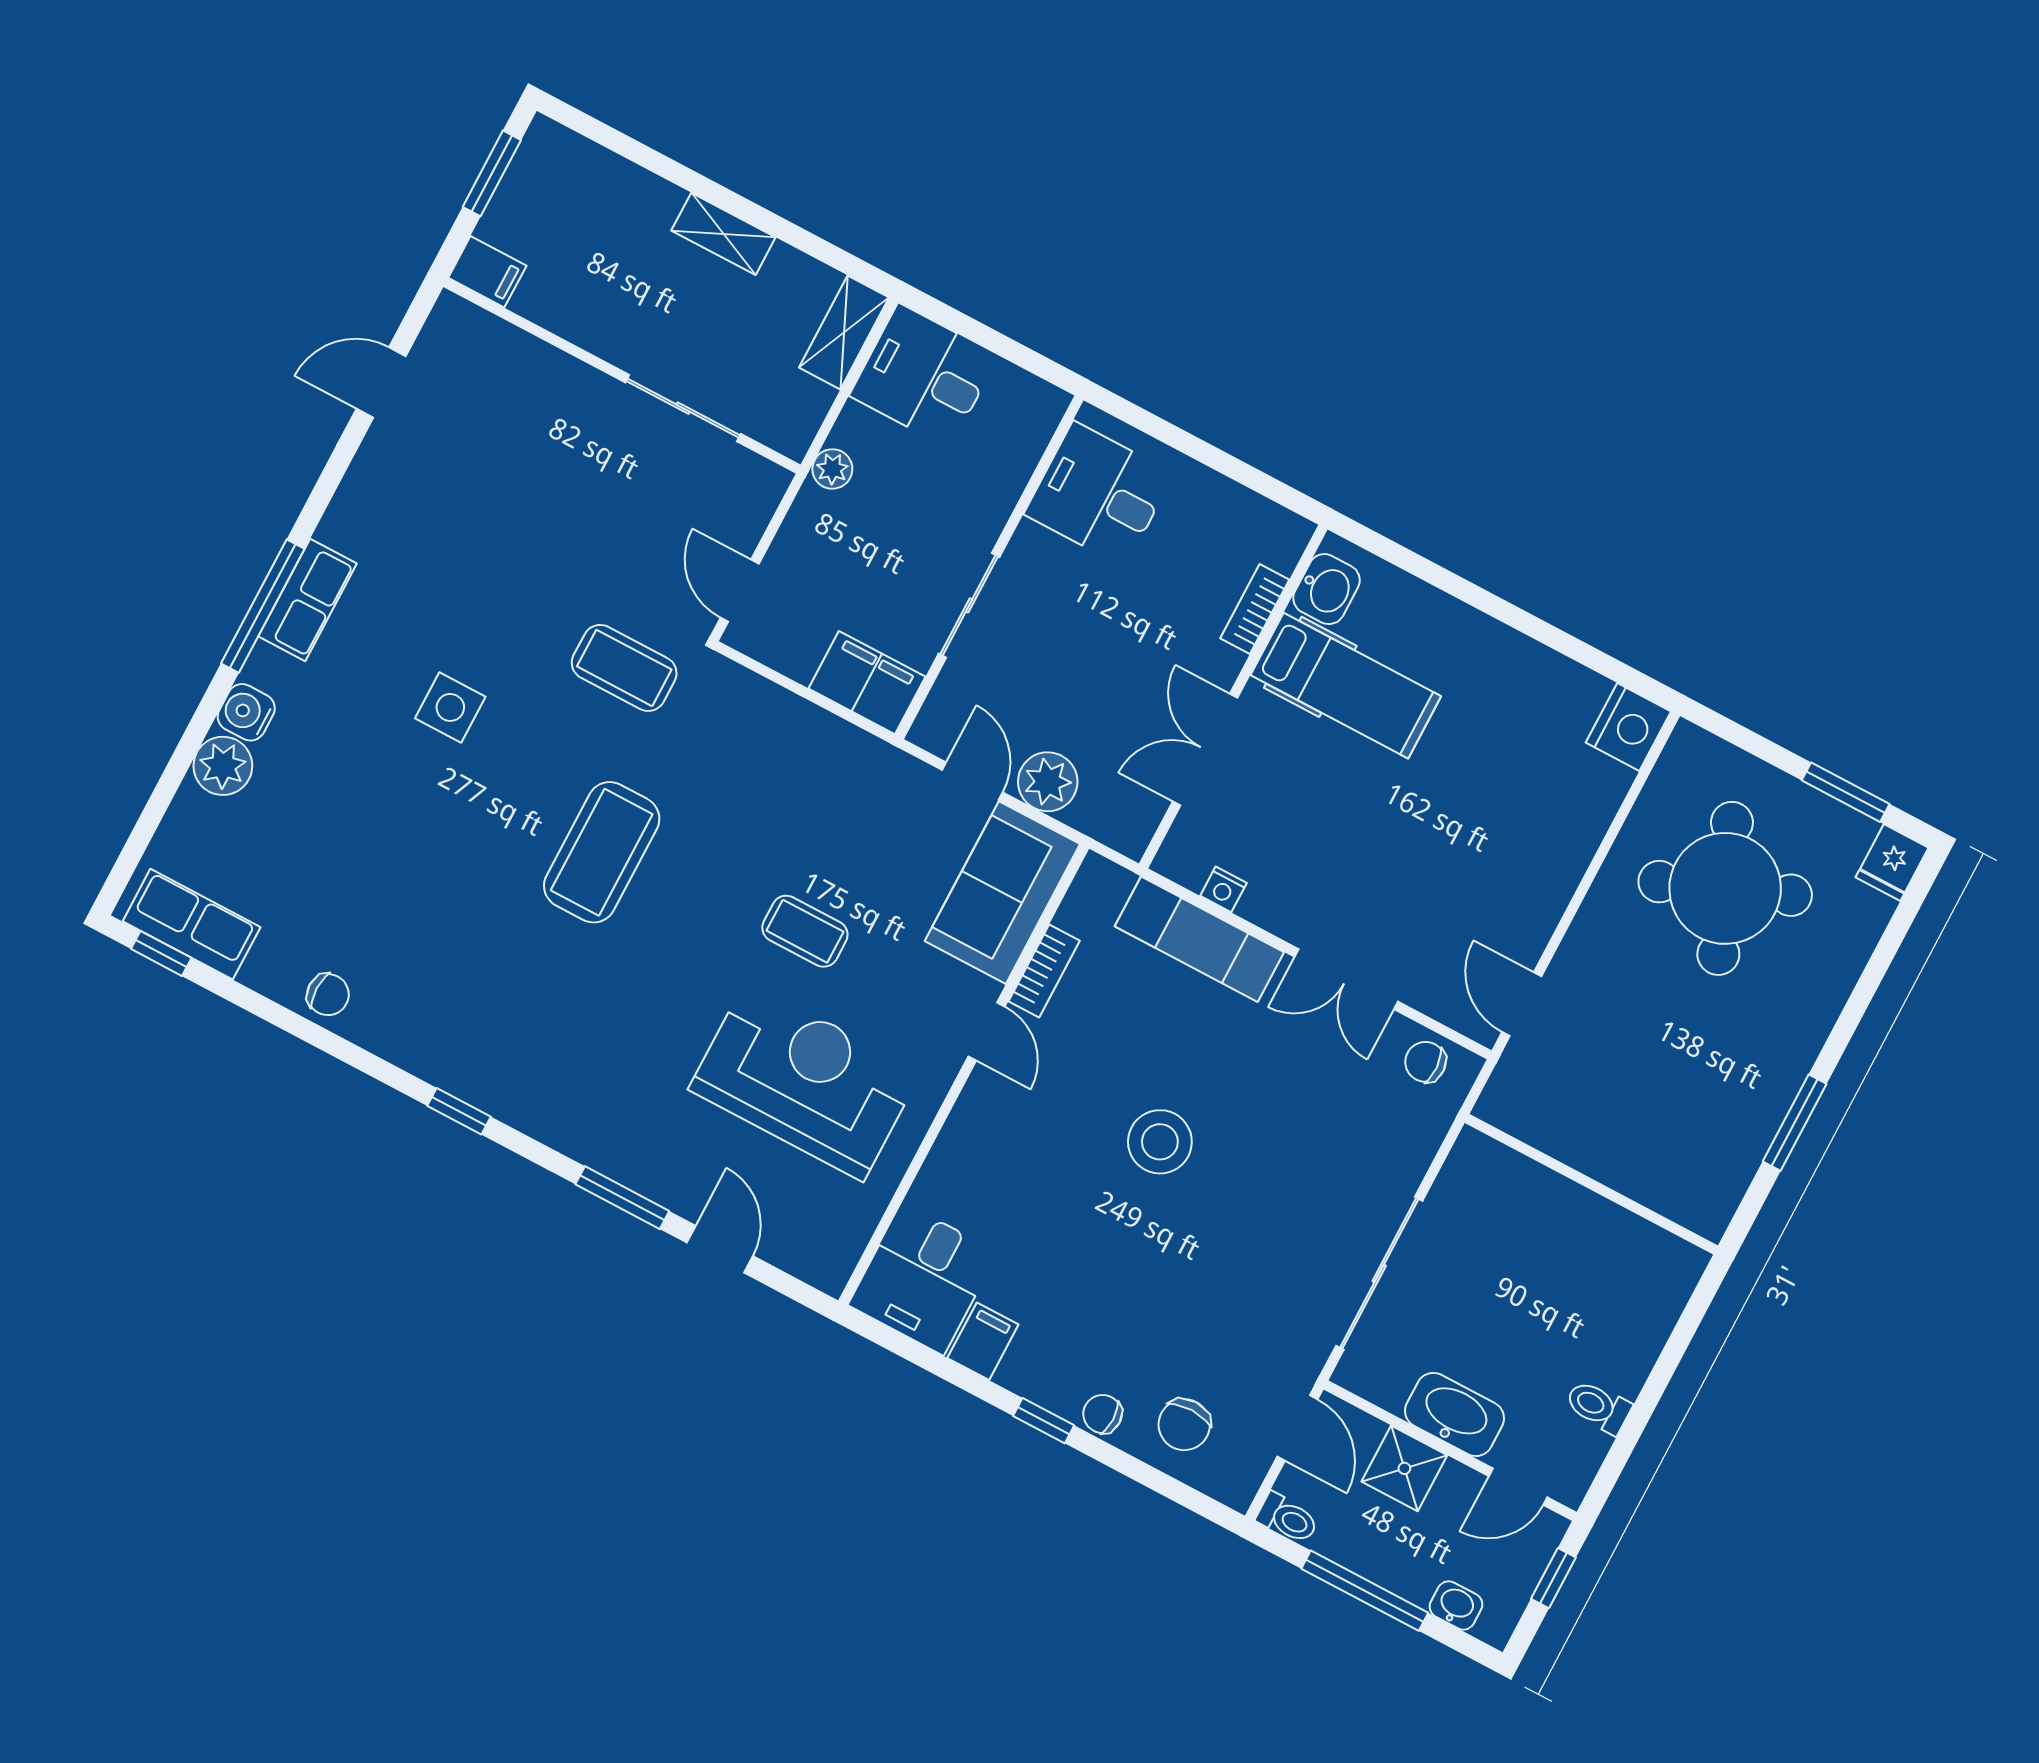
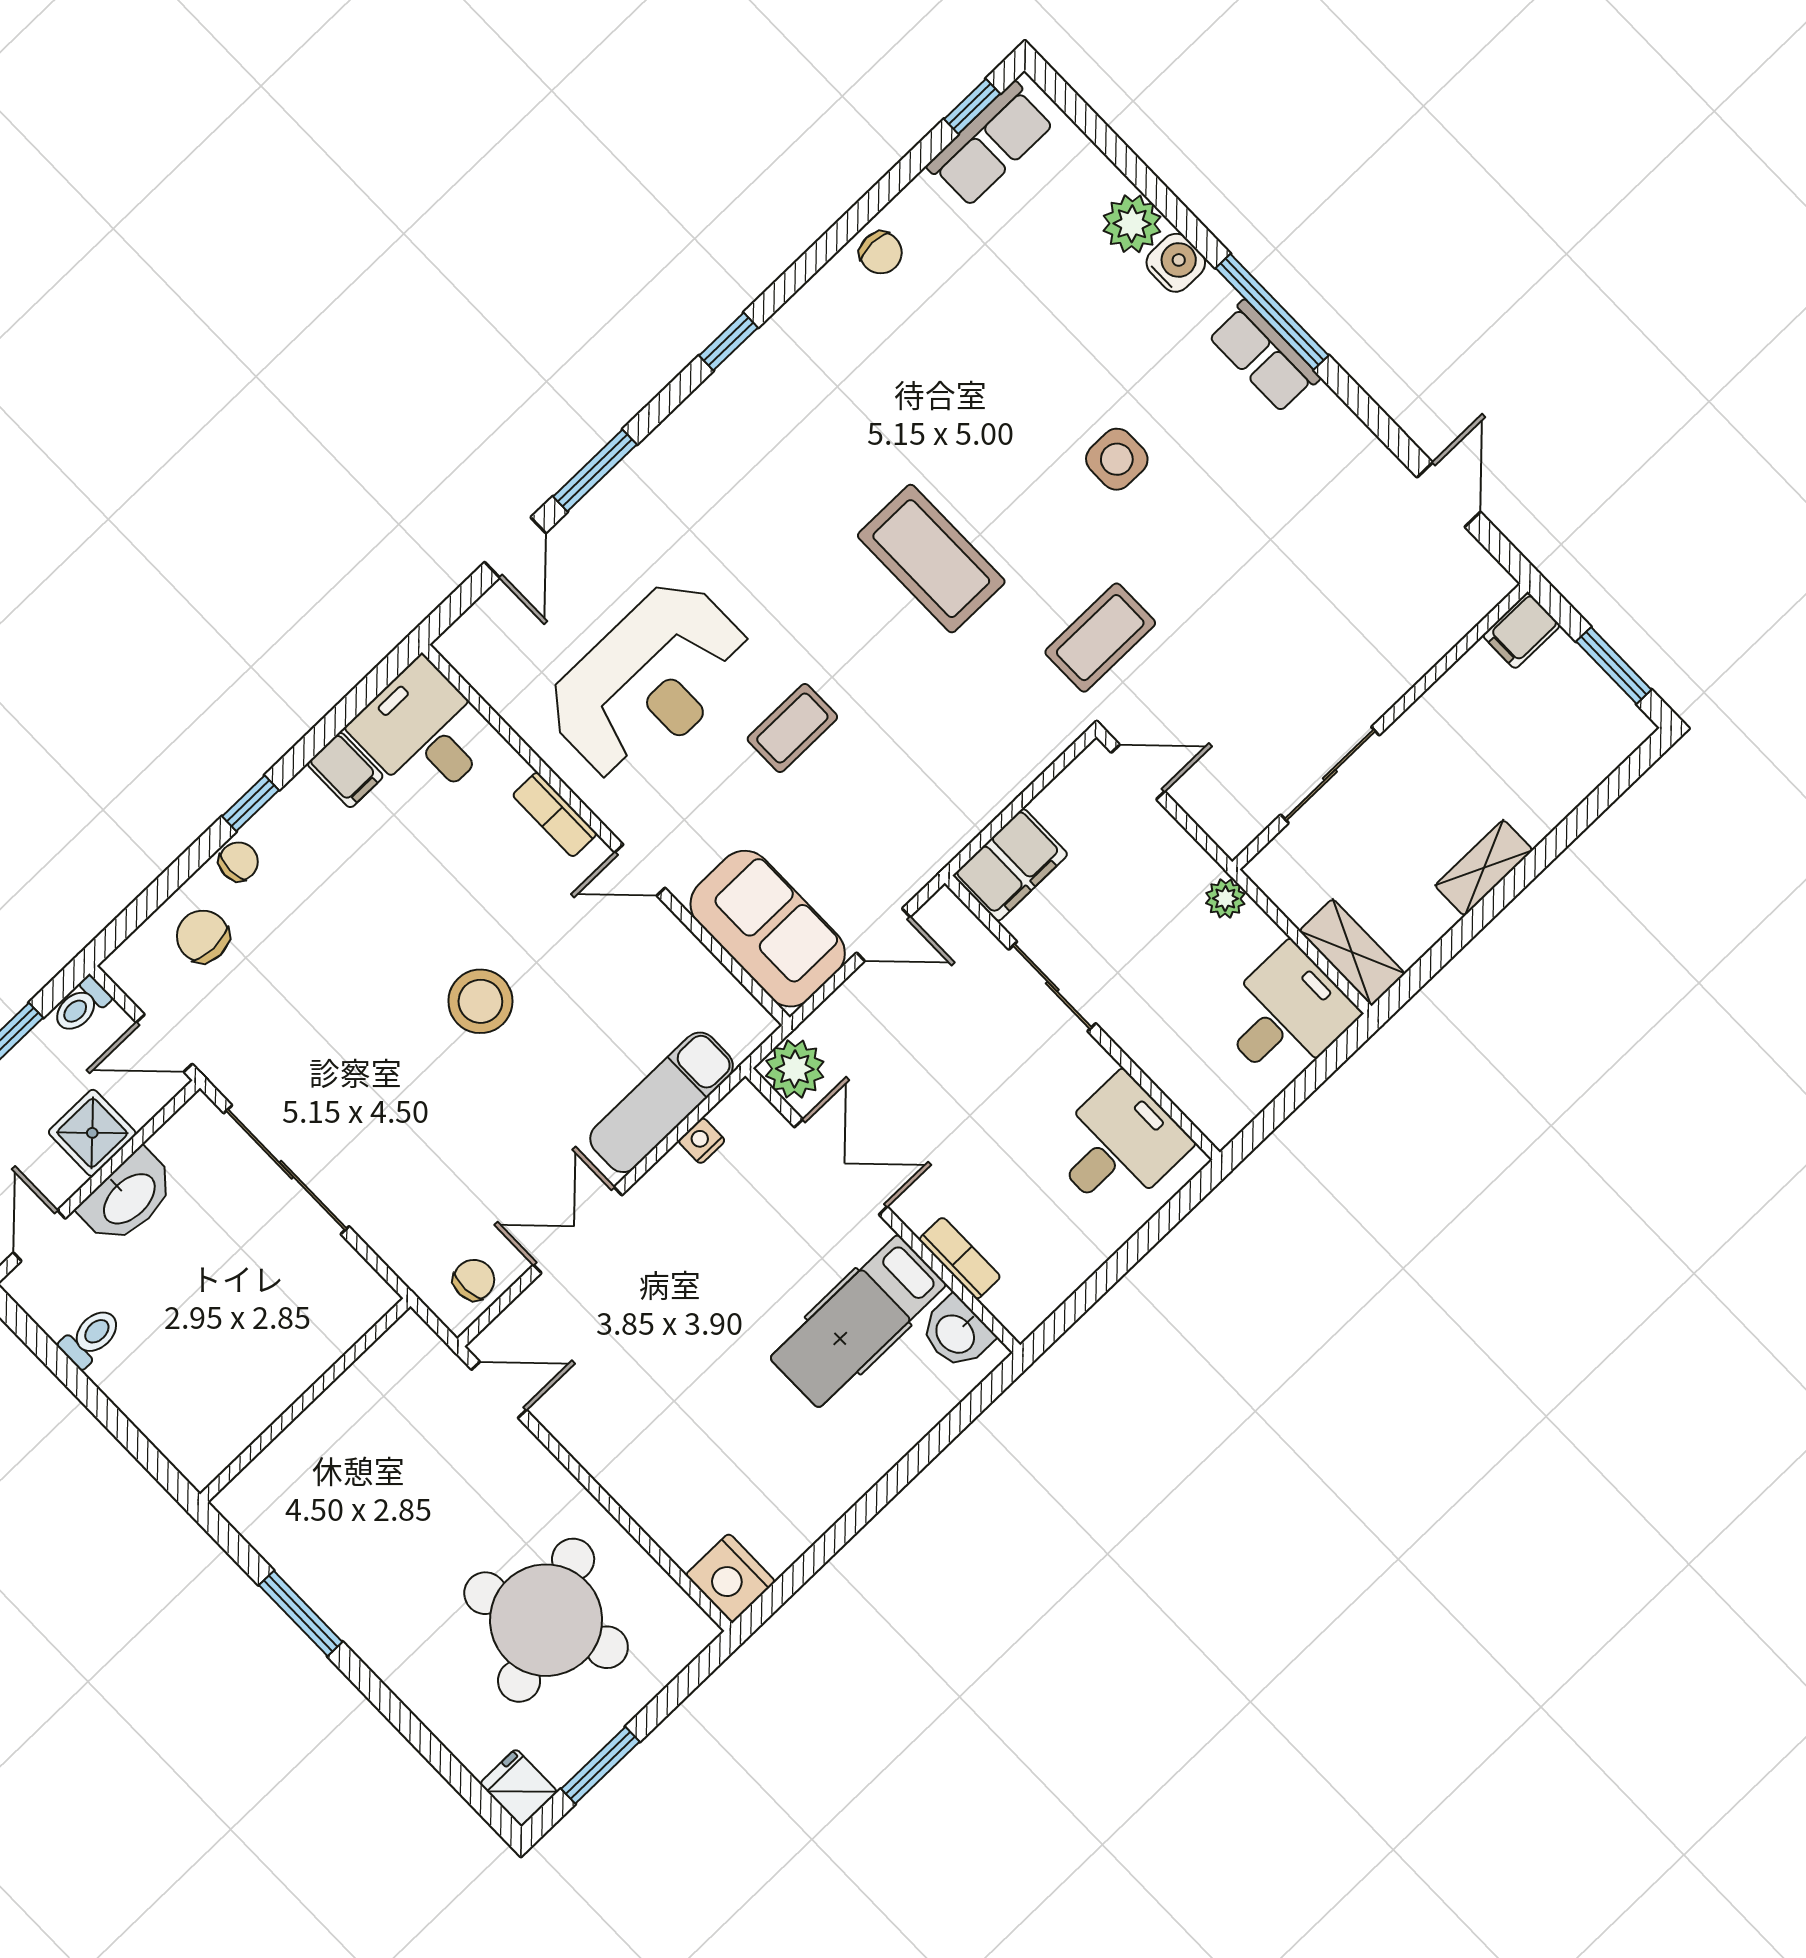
plant: (1048, 782) -> (795, 1069), moved
bookcase: (1044, 971) -> (555, 815), moved
chair: (328, 995) -> (881, 253), turned -90
door: (720, 1249) -> (515, 548), hinge flipped

